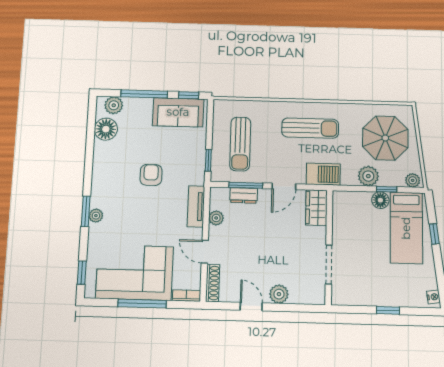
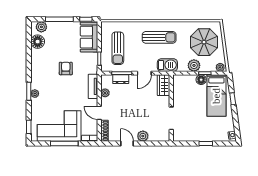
sofa: (178, 112) -> (89, 37), moved, turned 90

